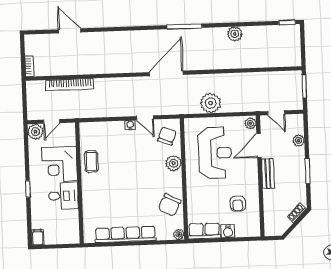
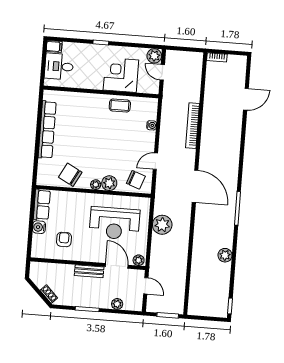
bookcase: (70, 85) -> (193, 126), moved
door: (276, 113) -> (146, 286), swing flipped
water cooler: (130, 125) -> (152, 125), moved
desk: (63, 196) -> (59, 66), moved, turned 90
armchair: (238, 204) -> (64, 239), turned 90
plant: (179, 234) -> (96, 185), moved

